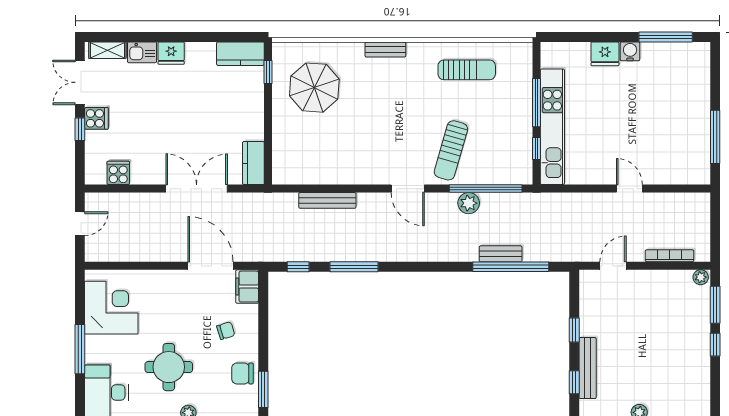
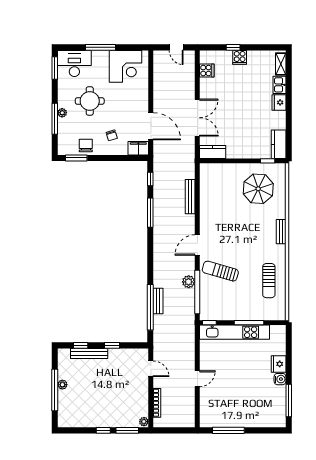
double door: (80, 82) -> (261, 47), removed
window: (537, 148) -> (209, 323), moved
door: (211, 266) -> (151, 126), hinge flipped

